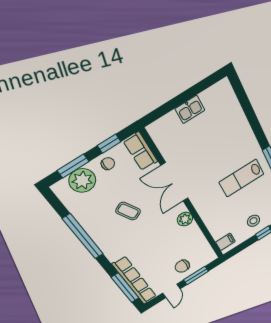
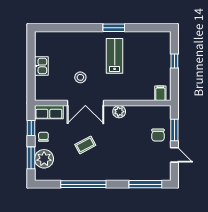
lab bench: (241, 178) -> (115, 56), turned 180
stool: (253, 221) -> (80, 77), moved
row of seats: (135, 281) -> (144, 174), removed

